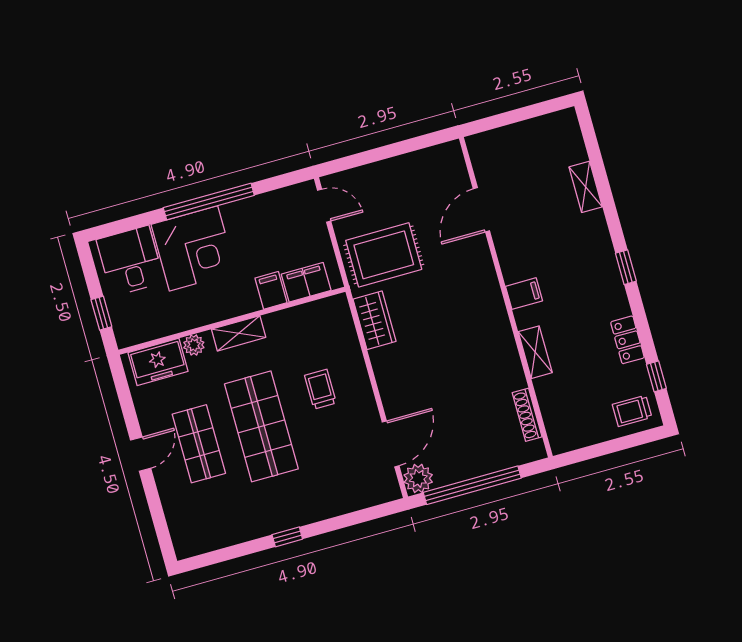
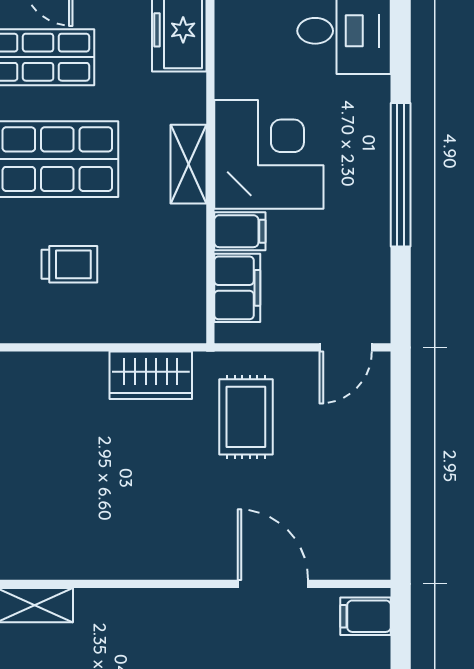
corner desk: (194, 248) -> (269, 154), moved, turned 180
rug: (384, 255) -> (246, 417), width x0.73, depth x0.70
filing cabinet: (524, 294) -> (366, 616), moved, turned 90
plant: (194, 345) -> (190, 91), removed

